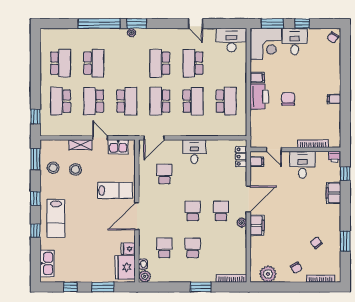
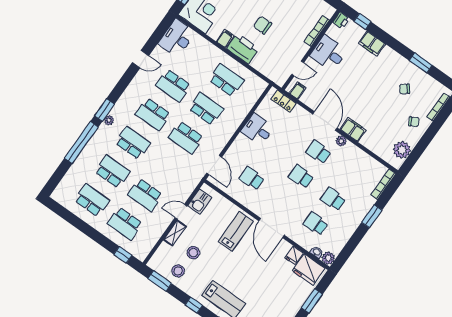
school desk: (127, 101) -> (133, 143), moved
desk: (194, 152) -> (257, 129), moved

